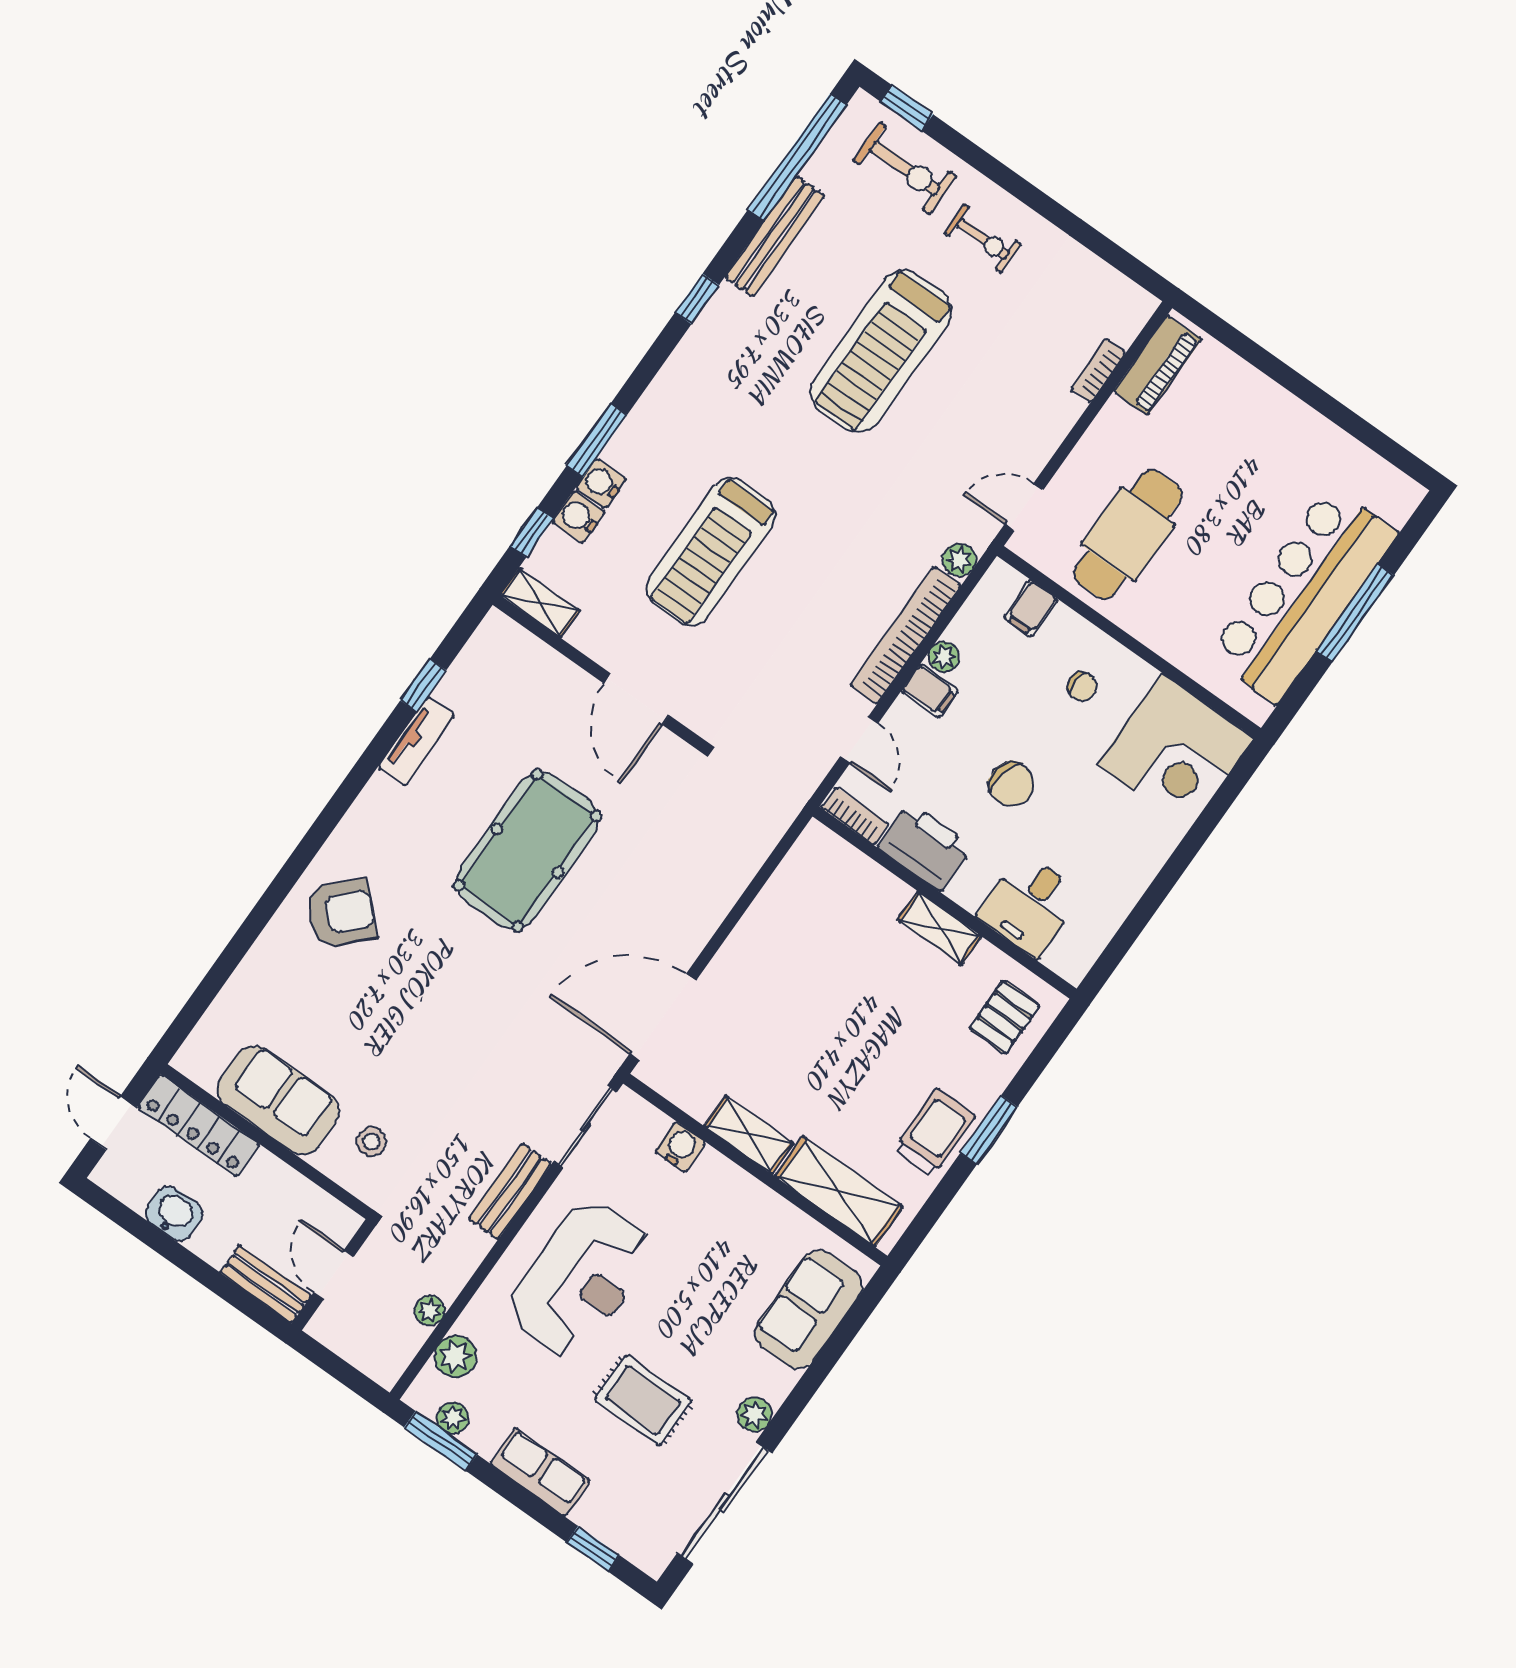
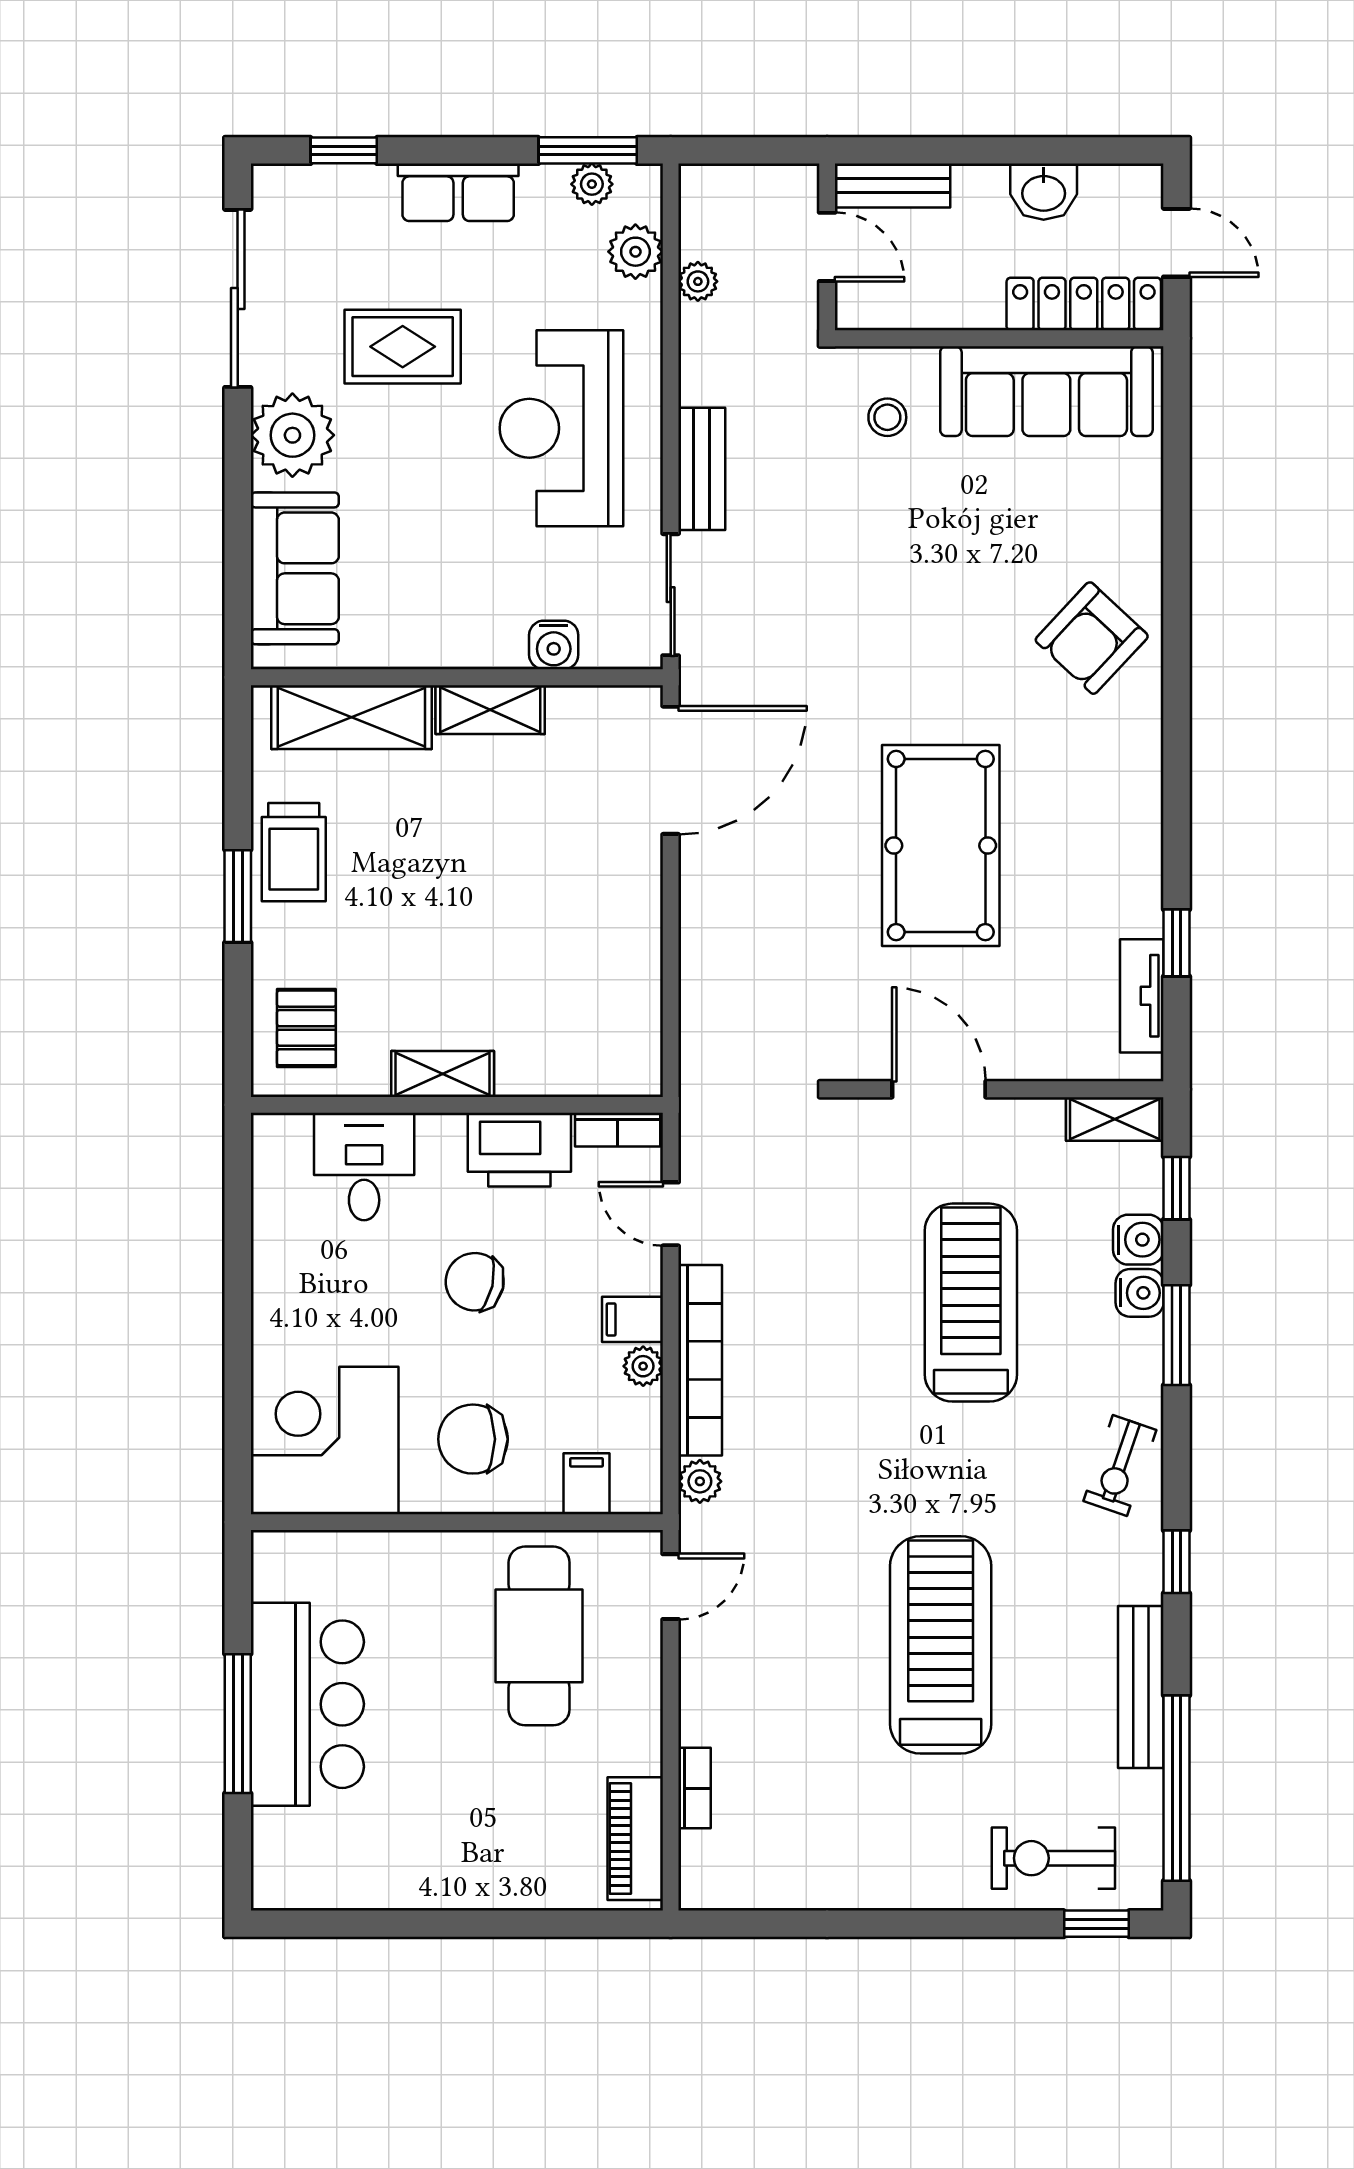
exercise bike: (983, 239) -> (1120, 1465), moved, turned -71
bar counter: (1303, 594) -> (307, 1704), width x0.73
chair: (1082, 687) -> (473, 1439), width x1.87, depth x1.87
tv unit: (416, 741) -> (1142, 996), moved
sofa: (278, 1100) -> (1046, 391), width x1.36
plant: (754, 1414) -> (292, 435), width x1.88, depth x1.88

